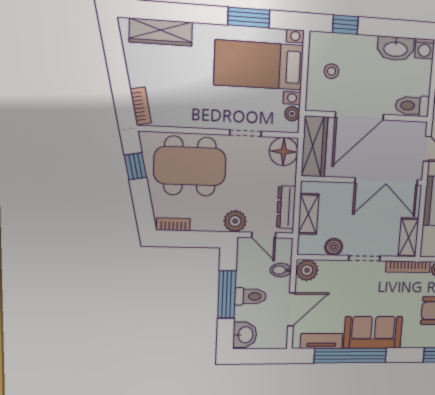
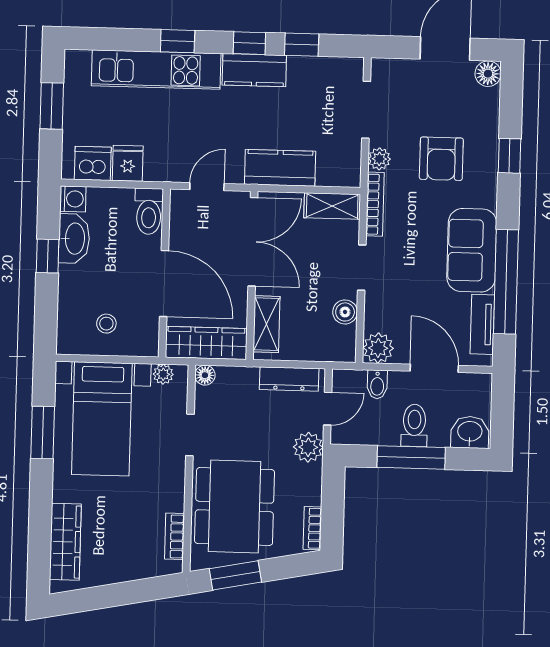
window: (345, 25) -> (48, 256), moved
bookcase: (141, 106) -> (175, 536), moved, turned -79
floor lamp: (284, 152) -> (205, 375), width x0.53, depth x0.53
window: (135, 166) -> (235, 575), width x1.50
shelving: (308, 214) -> (267, 324), moved, turned 90

